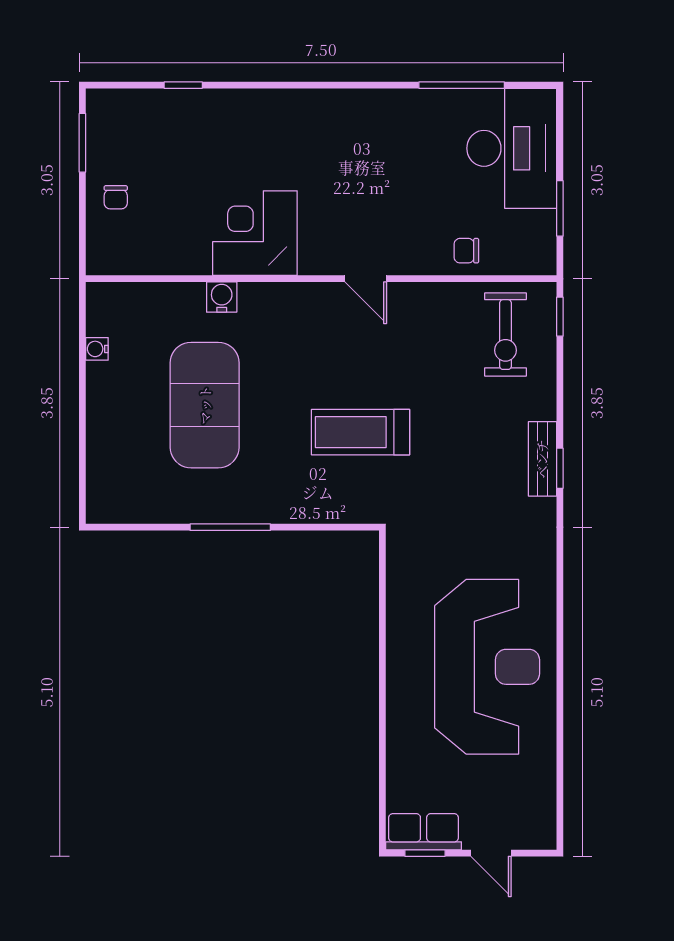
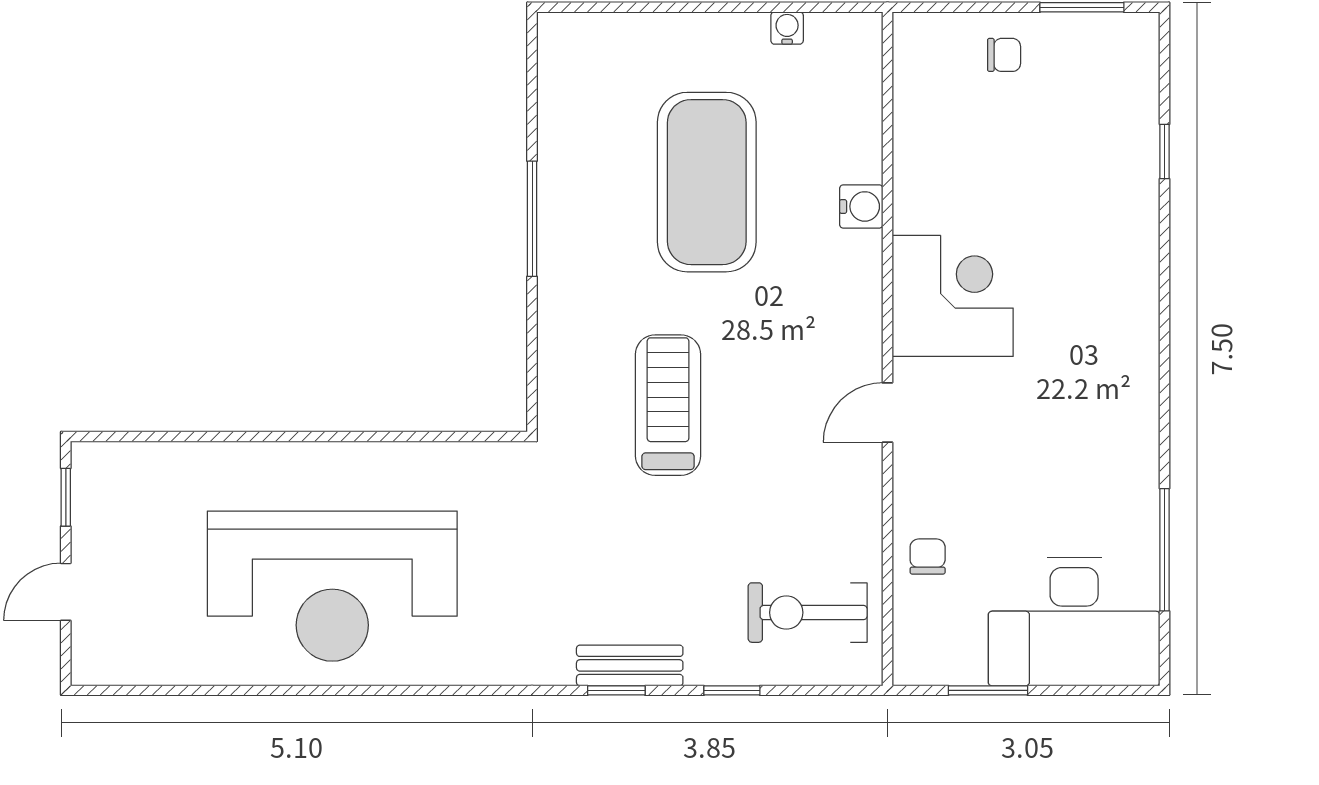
chair: (116, 197) -> (1004, 55), turned 180
corner desk: (255, 233) -> (953, 296), moved
window: (560, 317) -> (732, 690), moved
exercise mat: (205, 405) -> (707, 182), turned 90
row of seats: (424, 832) -> (96, 495), removed

